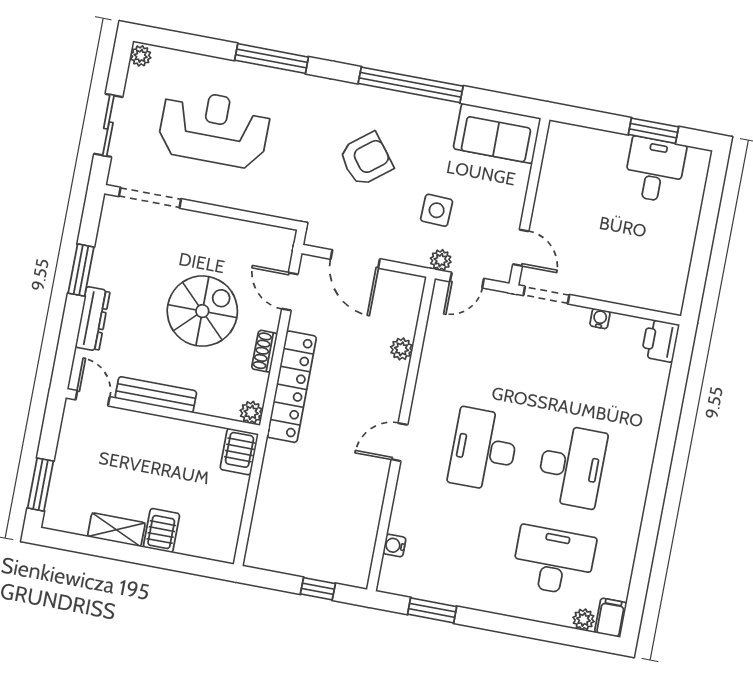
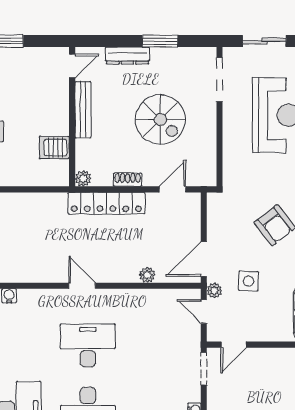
door: (355, 259) -> (204, 259), moved
spiral stairs: (202, 311) -> (160, 120), moved
server rack: (239, 452) -> (54, 148), moved

